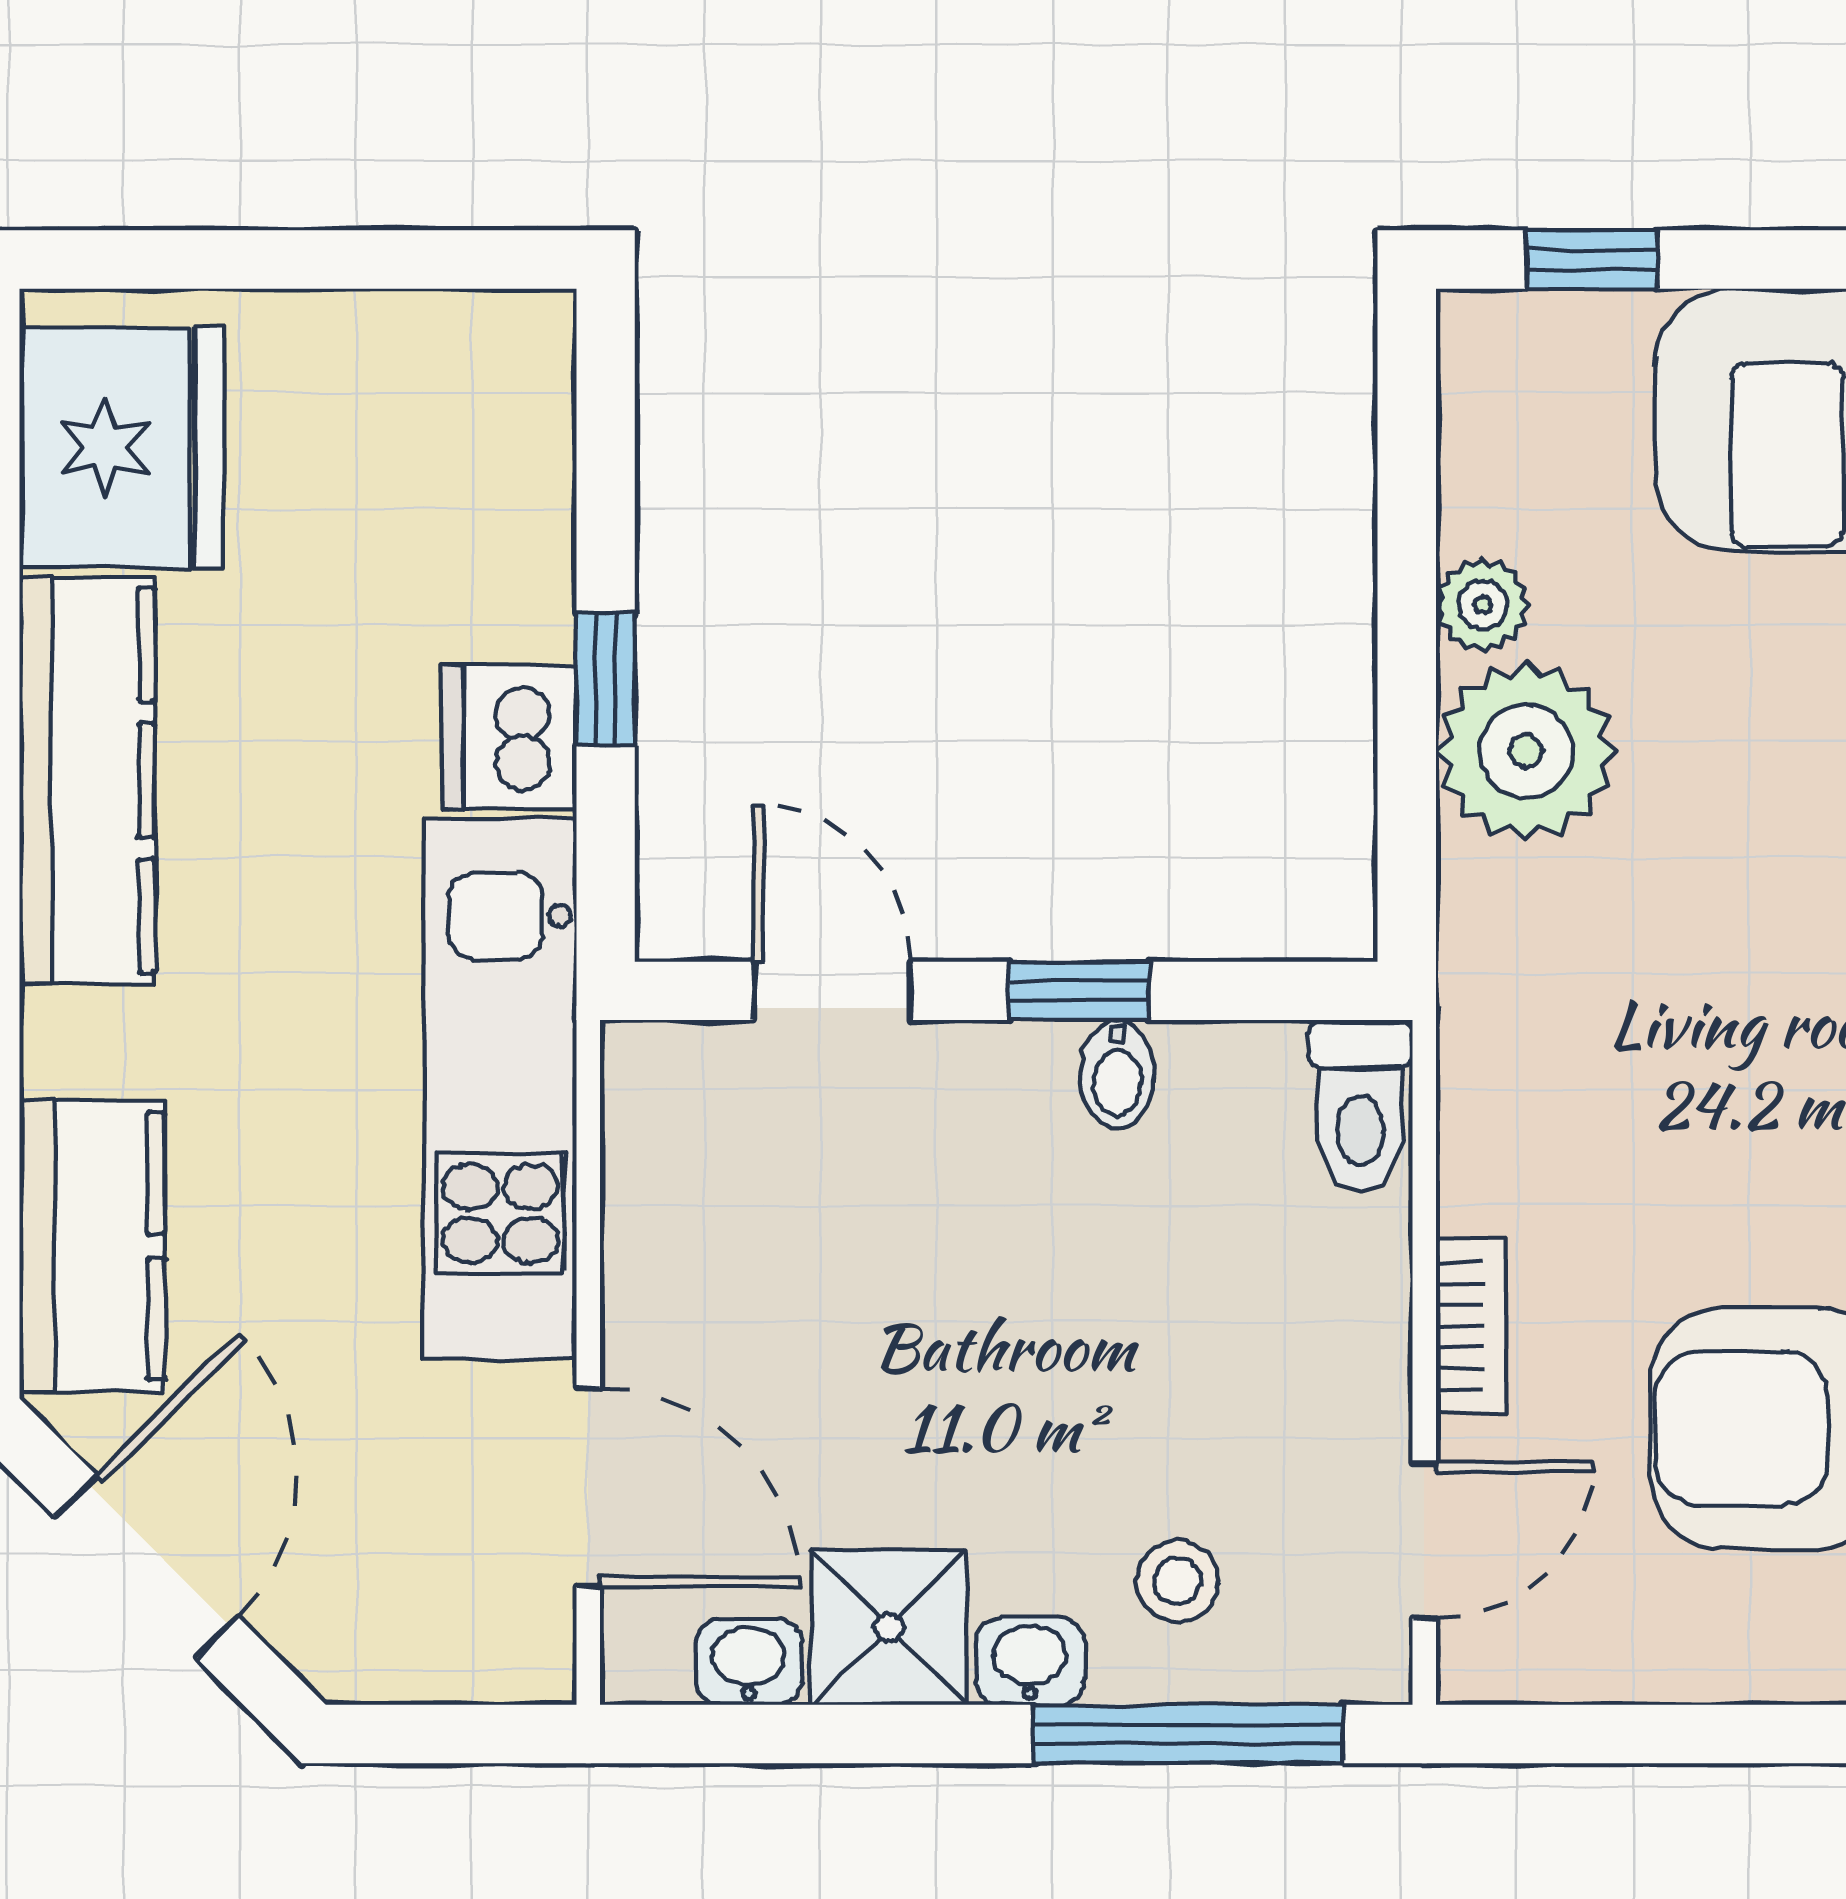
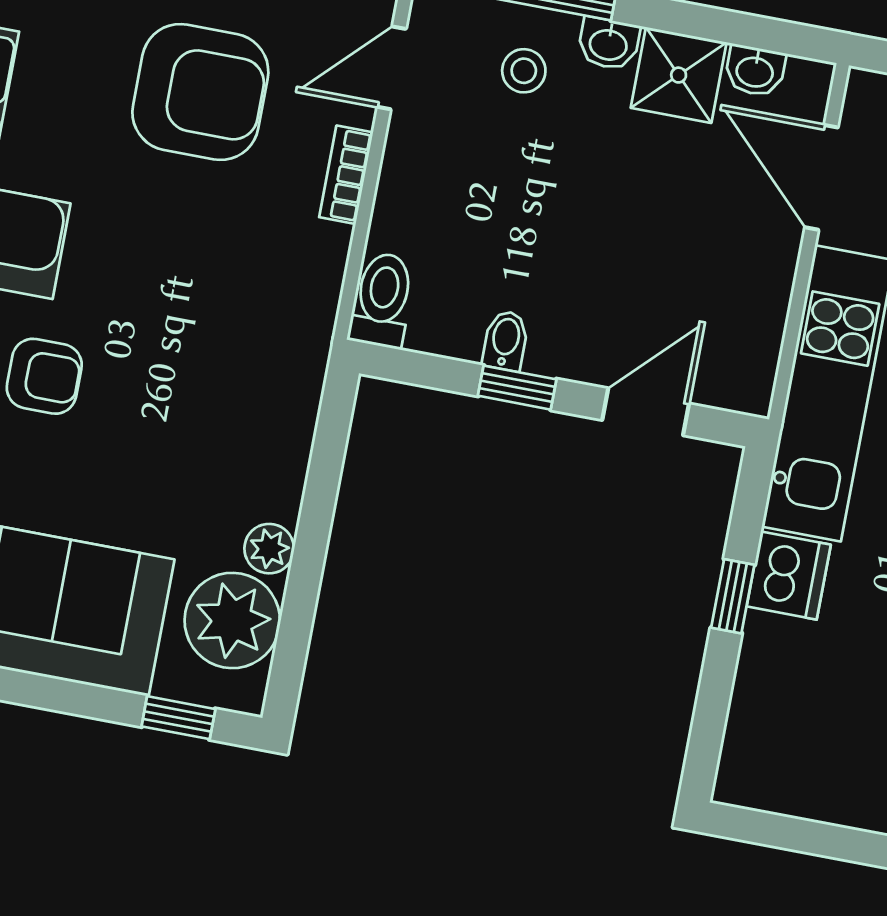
plant: (1526, 751) -> (232, 620), moved
door: (832, 991) -> (646, 412), swing flipped

